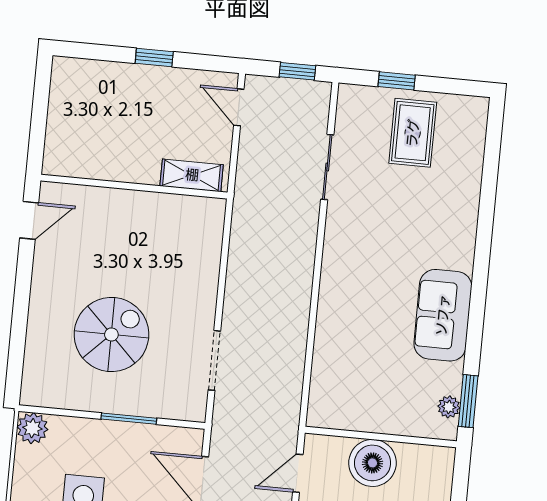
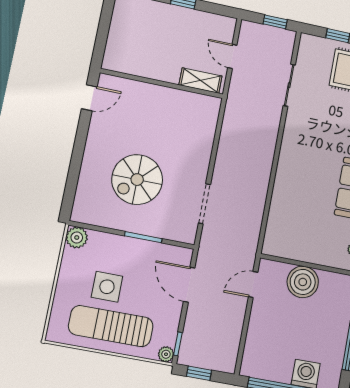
door: (239, 107) -> (232, 56), moved
spiral stairs: (111, 334) -> (137, 180), turned 180

